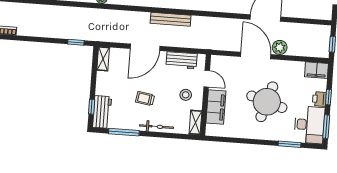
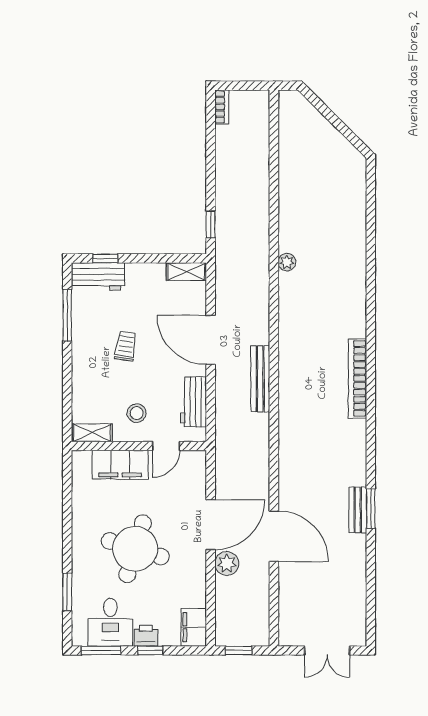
desk: (309, 125) -> (110, 622), width x0.73
bicycle: (157, 127) -> (80, 369), removed

